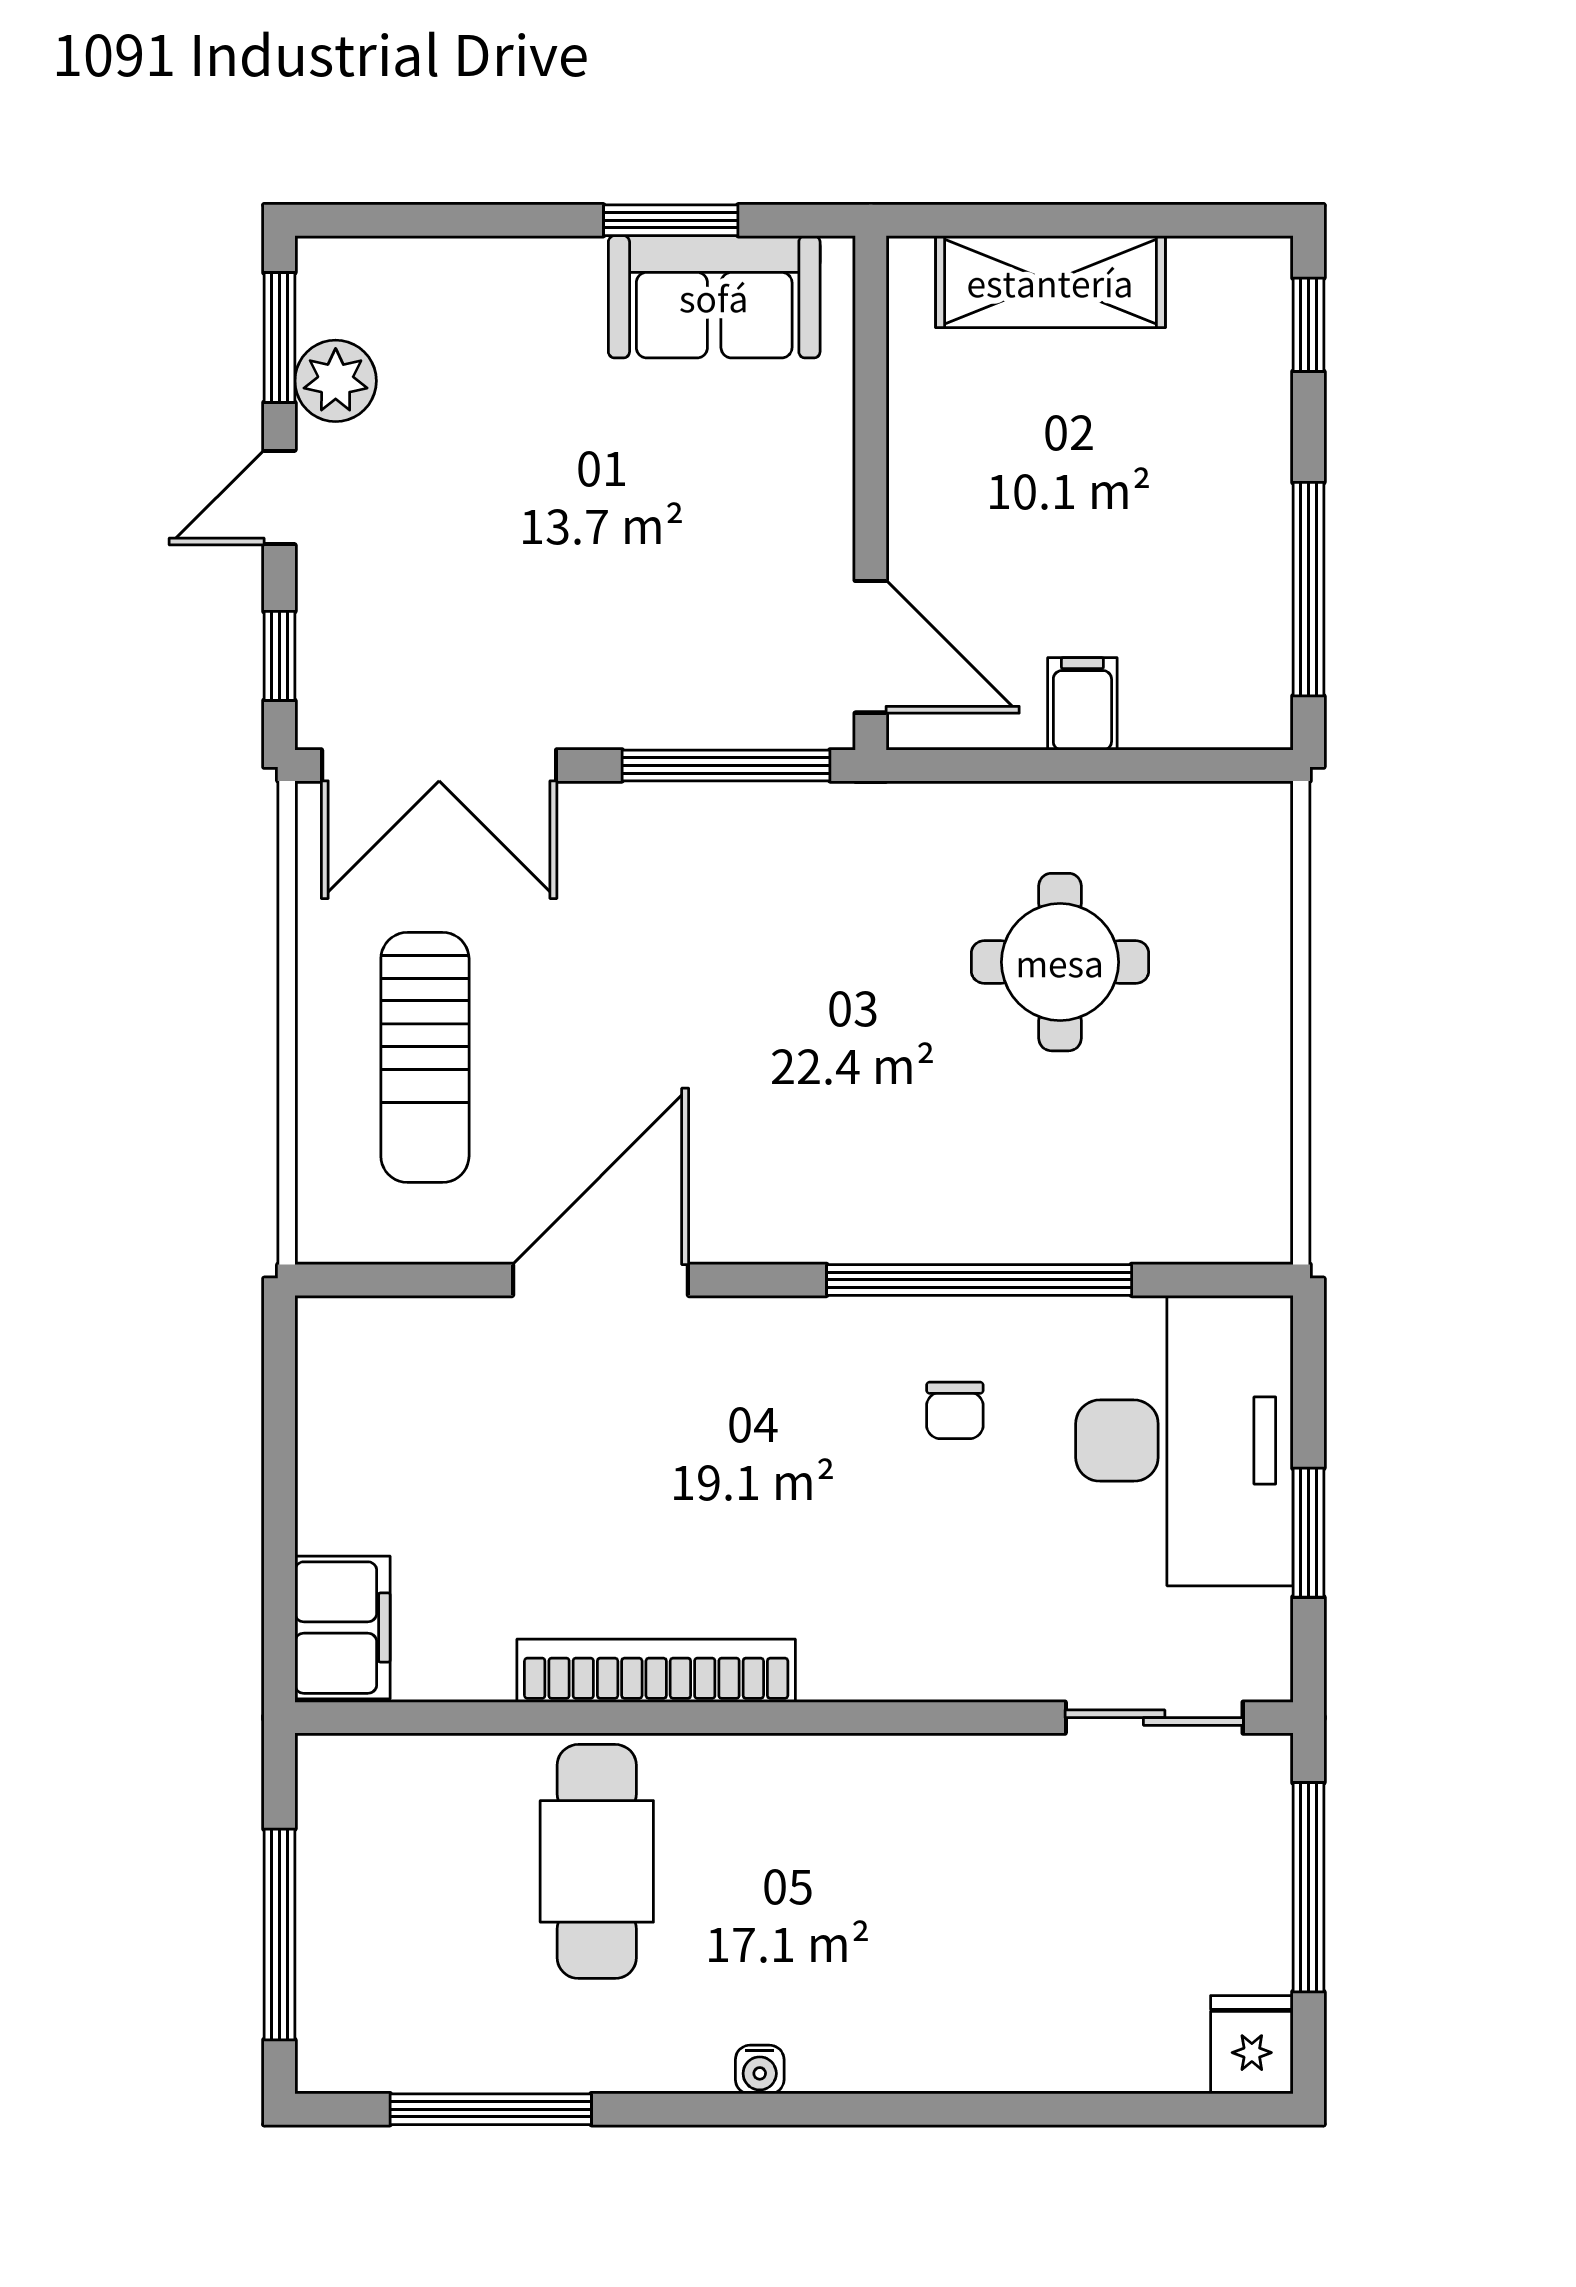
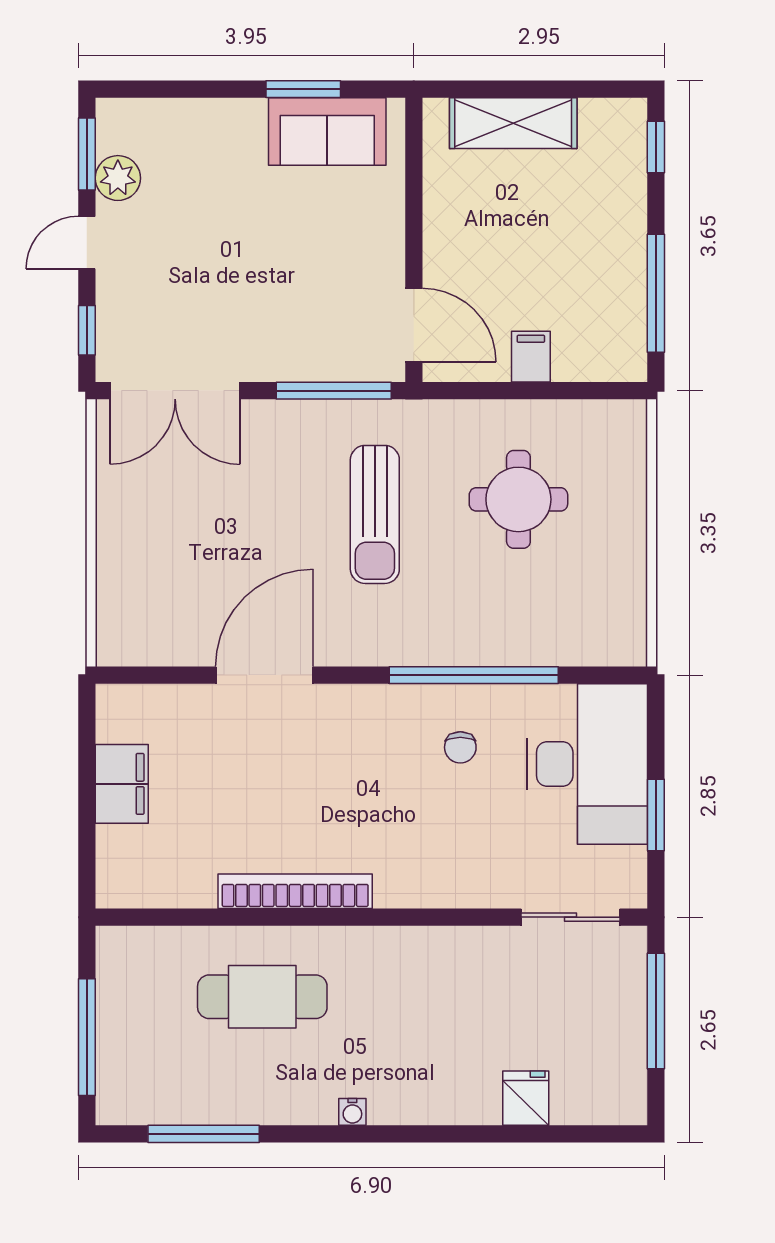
sun lounger: (425, 1057) -> (375, 514), moved
filing cabinet: (342, 1628) -> (122, 784), moved
cafe table: (597, 1861) -> (262, 997), turned 90
fridge: (1252, 2045) -> (526, 1098), moved

